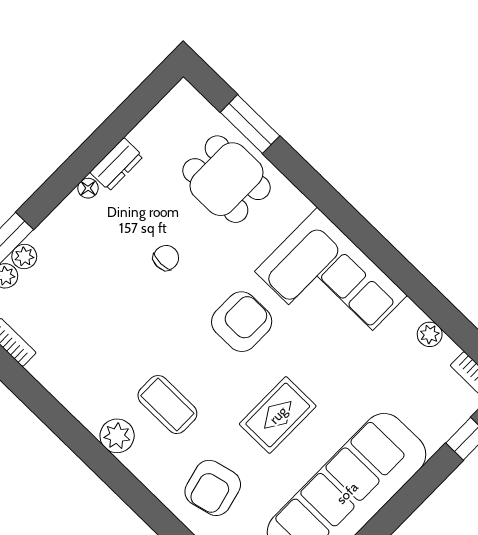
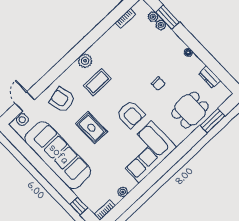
dresser: (117, 164) -> (210, 77), moved

